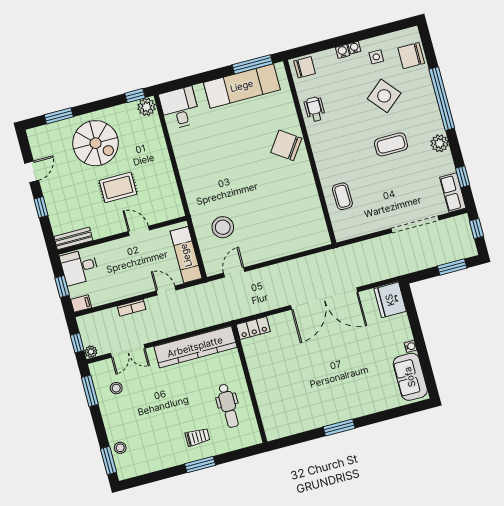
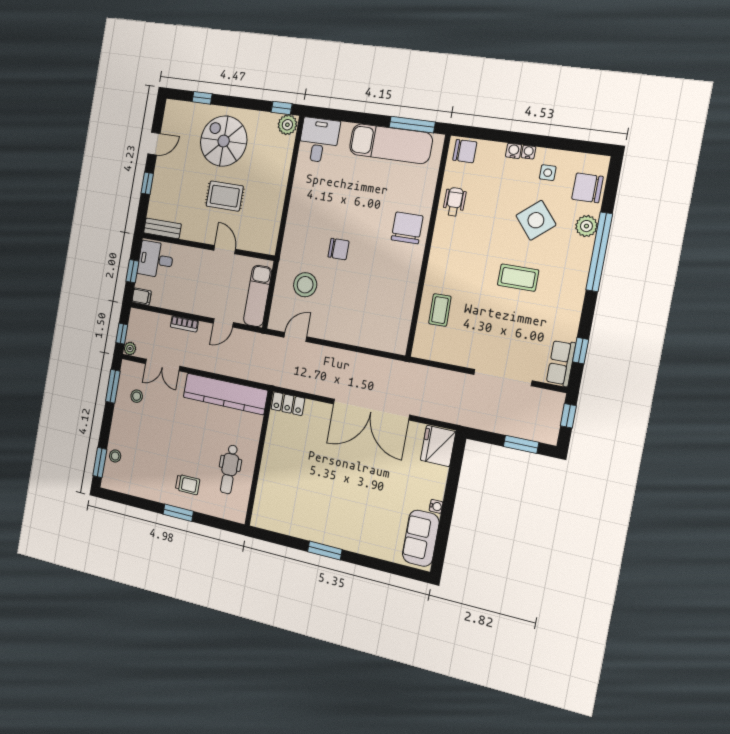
window: (59, 116) -> (202, 98), width x0.67
spiral stairs: (96, 143) -> (224, 141), turned 180
plant: (440, 143) -> (586, 226), moved
chair: (286, 145) -> (407, 228), turned 55
chair: (238, 186) -> (339, 249), added
door: (166, 290) -> (223, 323), swing flipped

